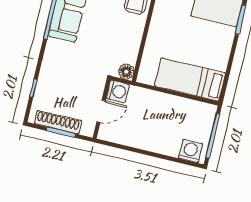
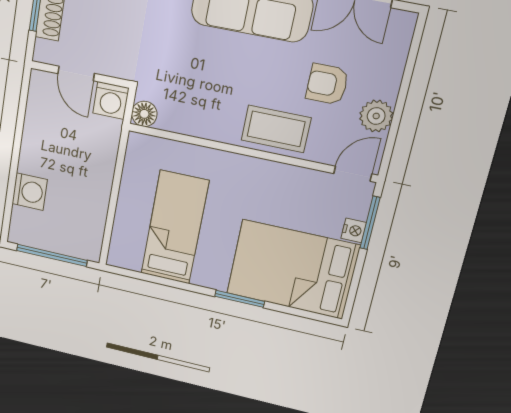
bed: (190, 80) -> (175, 227), moved
washing machine: (191, 151) -> (30, 192), moved

